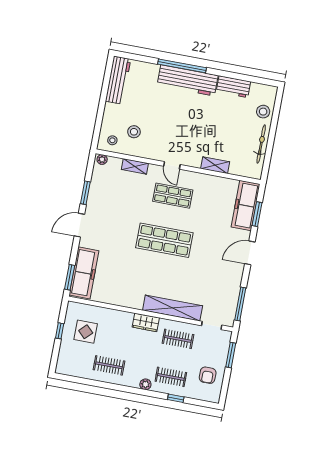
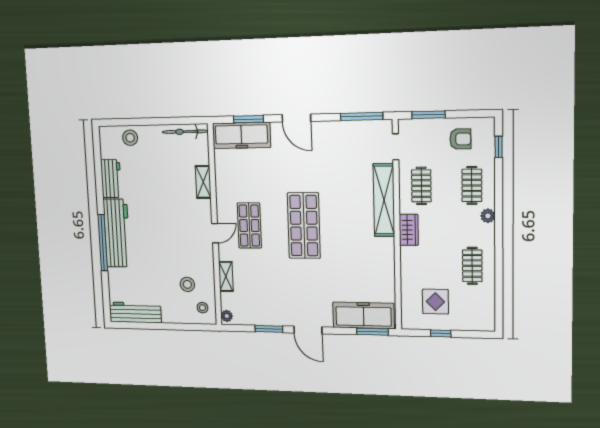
bicycle: (261, 144) -> (185, 132), moved
window: (176, 398) -> (499, 147), moved

